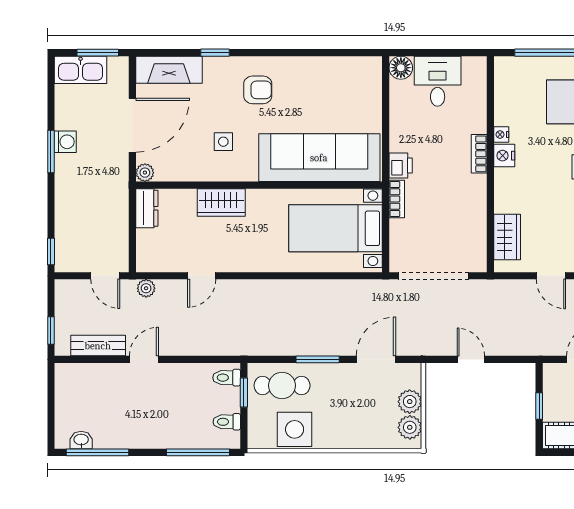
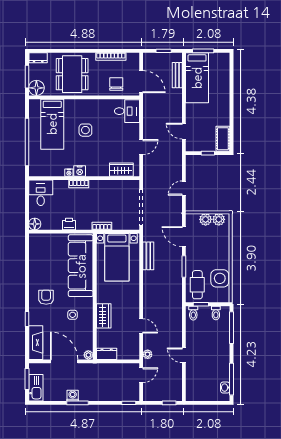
desk: (438, 81) -> (41, 193), moved, turned 90
printer: (401, 166) -> (69, 224), moved
bench: (98, 346) -> (148, 256), moved

